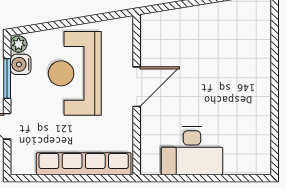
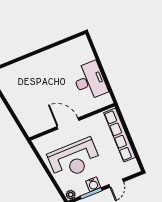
water cooler: (21, 64) -> (93, 184), moved

